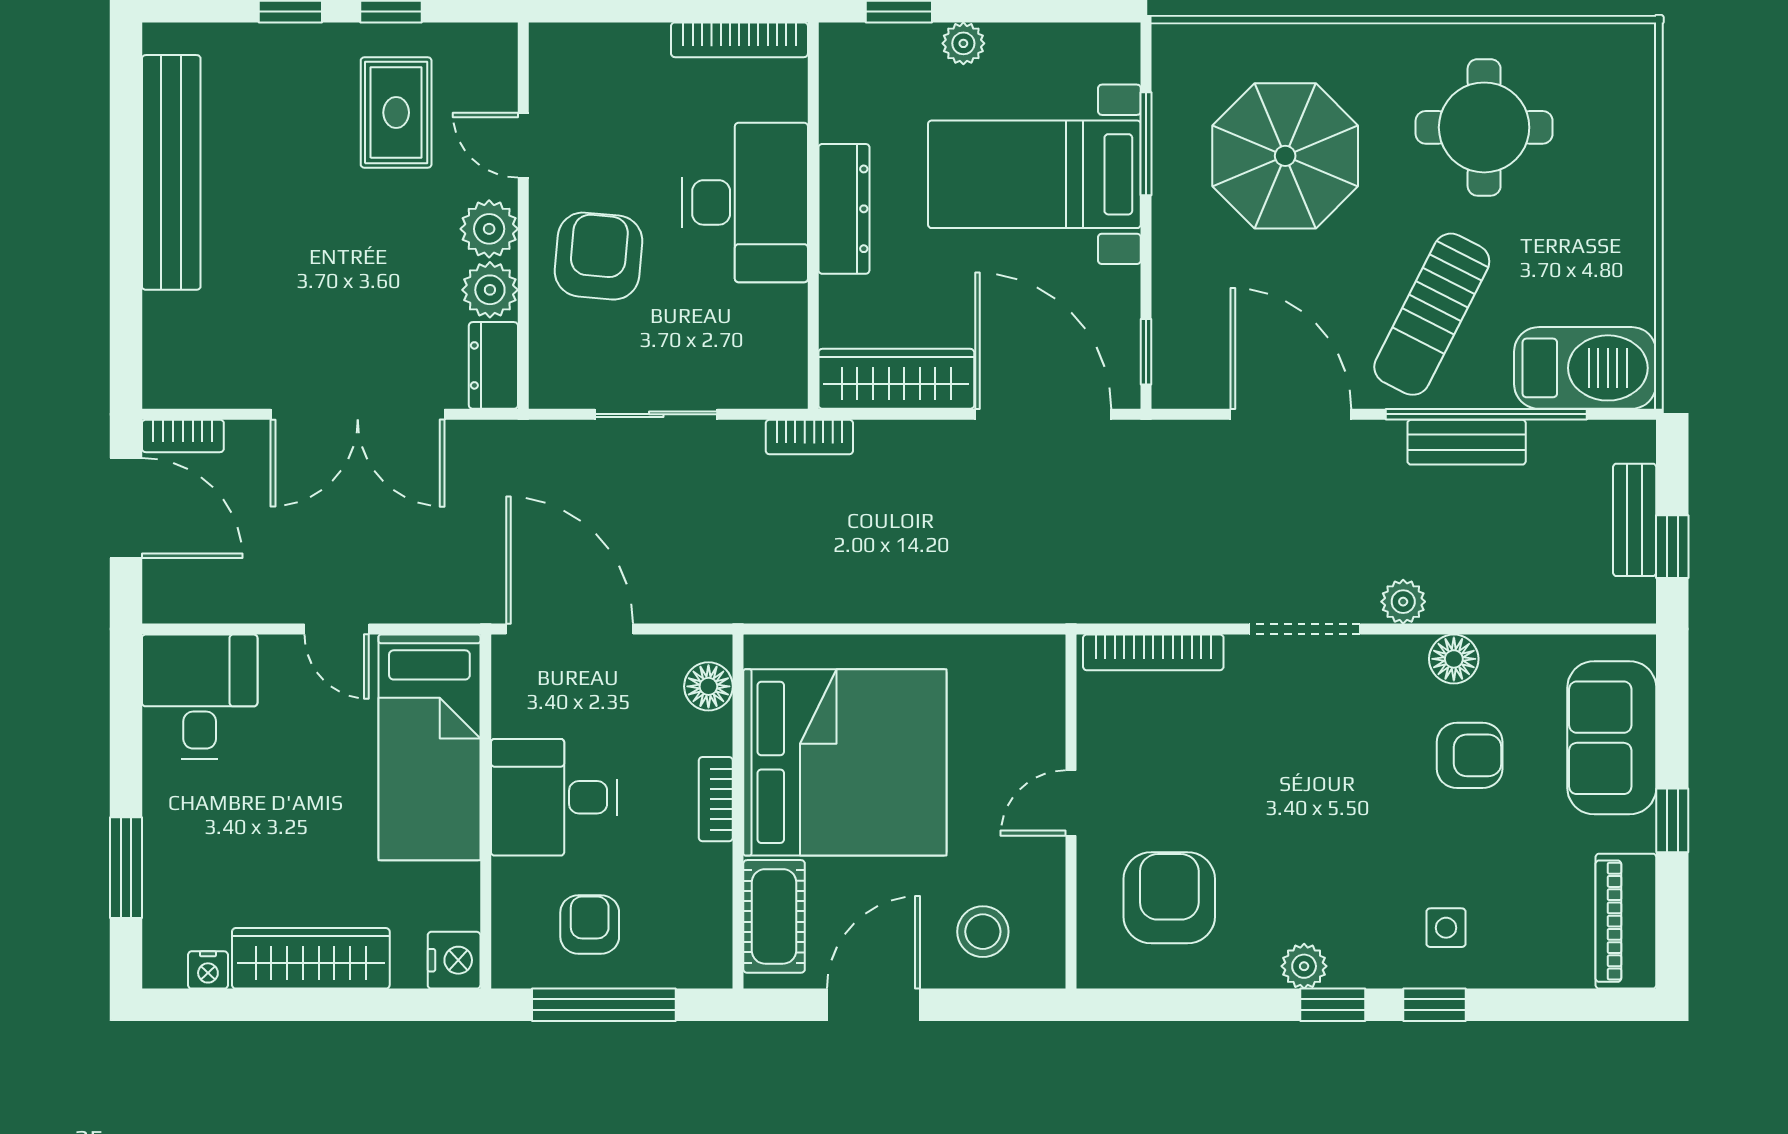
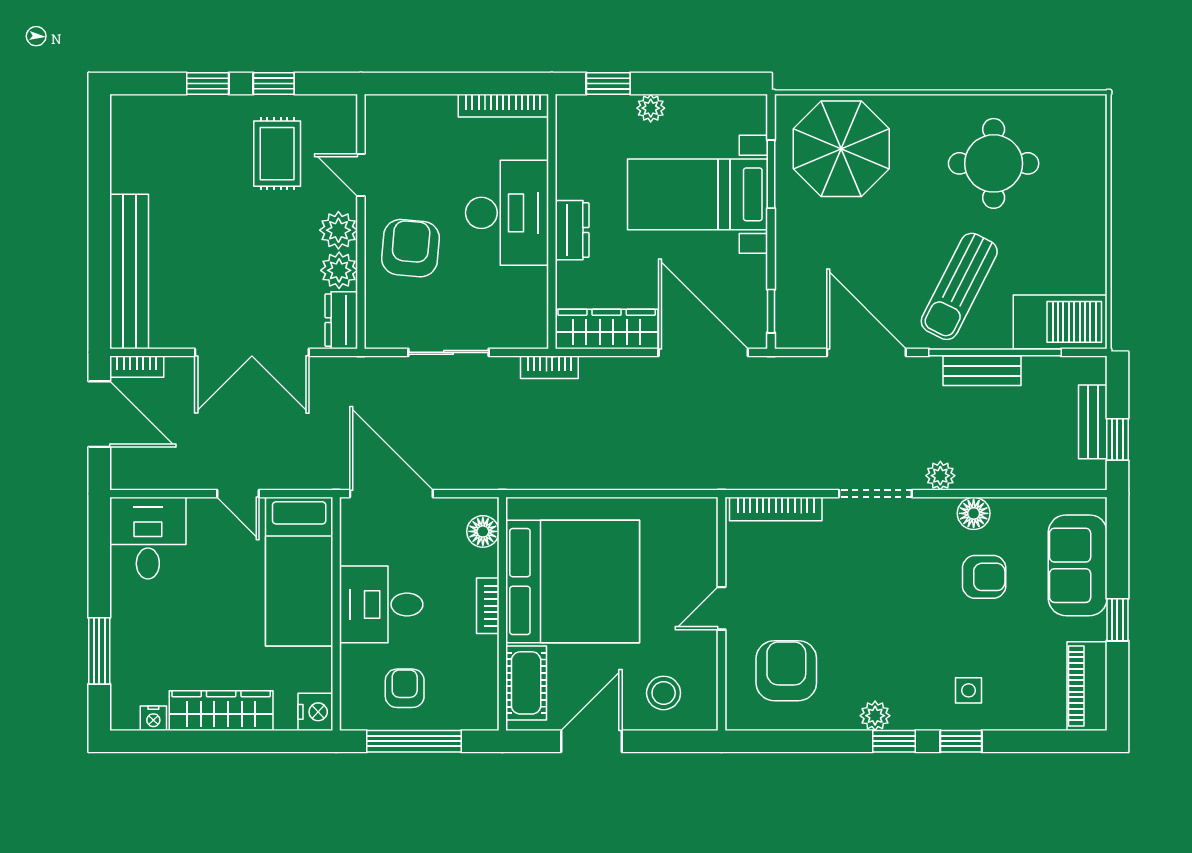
parasol: (1285, 156) -> (841, 149), moved
bench: (171, 172) -> (129, 271), moved
dresser: (844, 209) -> (572, 230), width x0.70

